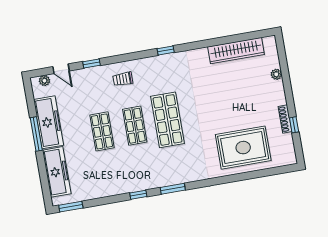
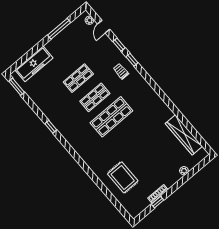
window: (166, 51) -> (132, 60), moved
freezer: (49, 122) -> (64, 39), removed
window: (36, 134) -> (59, 29), moved
rug: (243, 148) -> (123, 177), width x0.73, depth x0.69
window: (173, 189) -> (68, 147), removed

